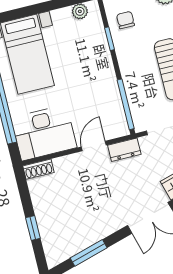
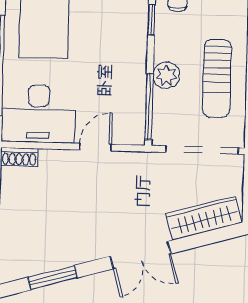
plant: (132, 78) -> (166, 75), added
dresser: (124, 150) -> (132, 162), removed

